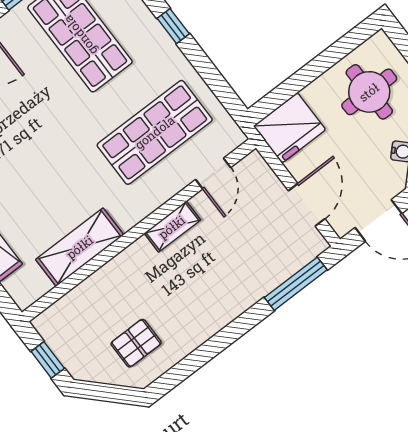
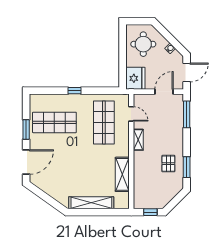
door: (307, 205) -> (164, 92), hinge flipped
pallet: (136, 343) -> (168, 164), moved
window: (191, 364) -> (187, 167), added

